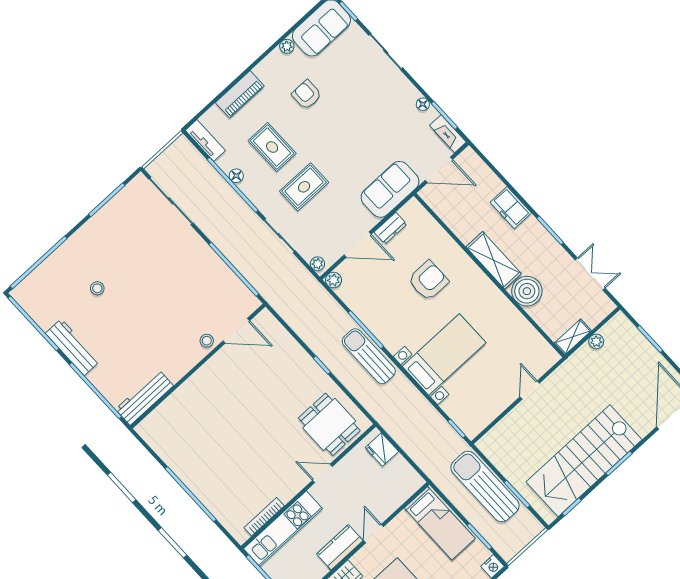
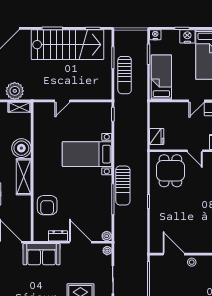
armchair: (428, 281) -> (47, 205), moved, turned -90
plant: (596, 341) -> (15, 91), width x1.88, depth x1.88
sun lounger: (485, 487) -> (125, 75), width x0.73, depth x0.75

